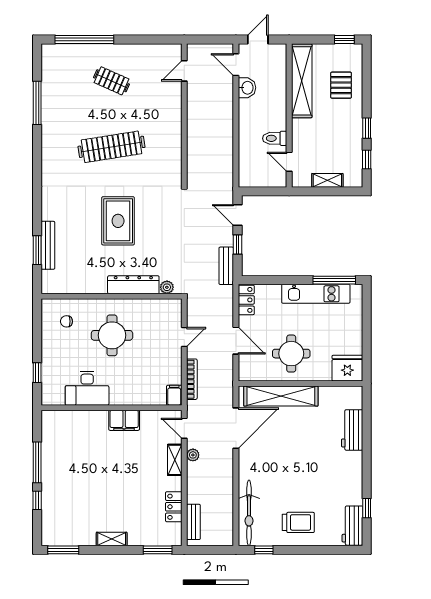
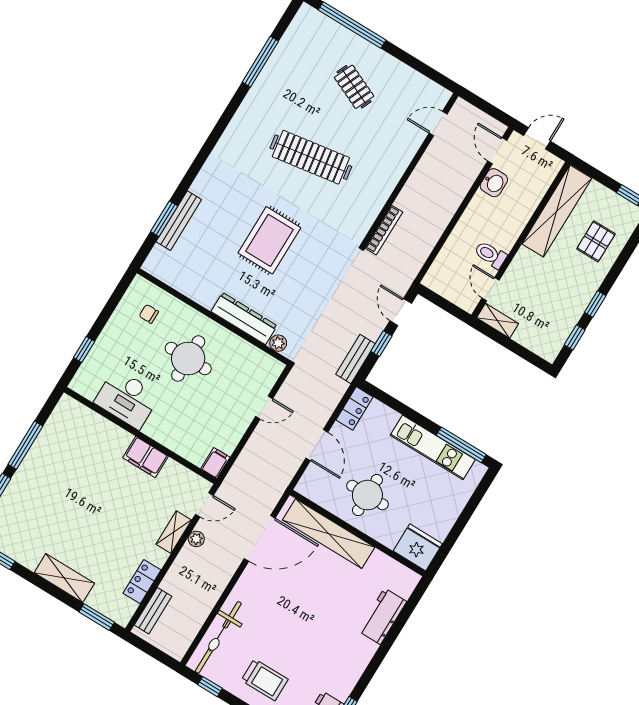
shelving: (327, 180) -> (498, 321), moved
bookcase: (192, 379) -> (384, 230), moved
door: (184, 428) -> (204, 505), swing flipped
shelving: (112, 539) -> (64, 578), width x1.50, depth x1.33

